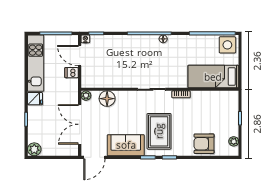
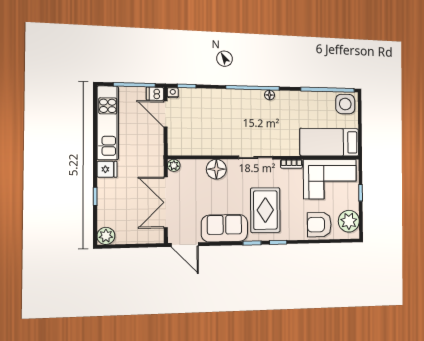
dishwasher: (72, 73) -> (155, 94), moved
floor lamp: (107, 99) -> (216, 169), moved
corner sofa: (214, 107) -> (330, 179), added
plant: (234, 141) -> (349, 221), width x1.88, depth x1.88
door: (94, 157) -> (185, 245), hinge flipped

